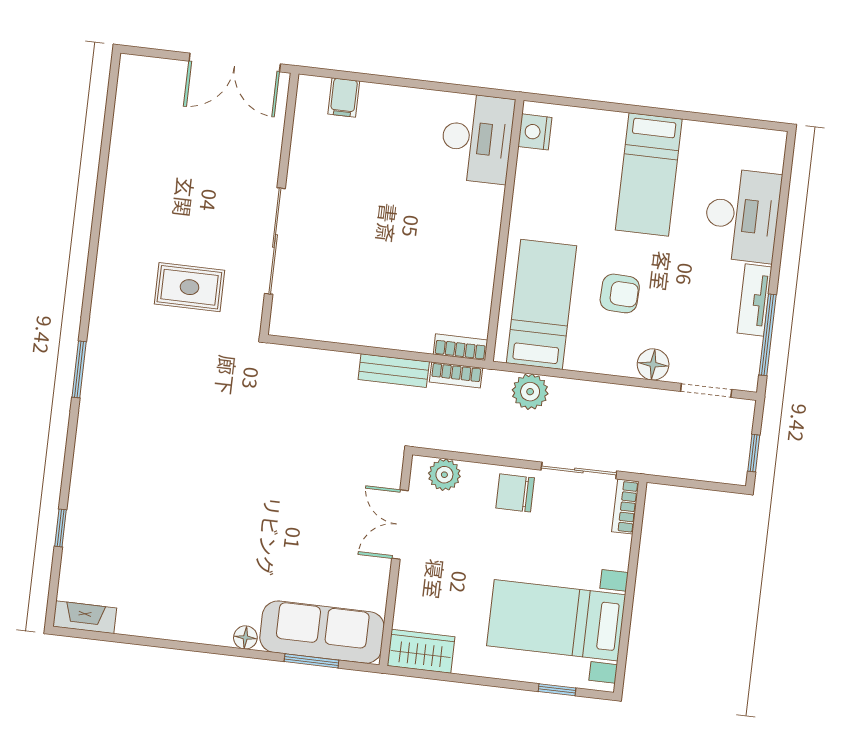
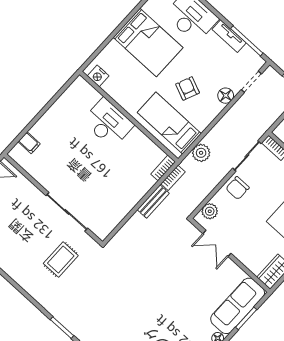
desk: (477, 138) -> (108, 123), moved
bed: (649, 174) -> (148, 42), width x1.50
armchair: (620, 293) -> (188, 88), turned -69

